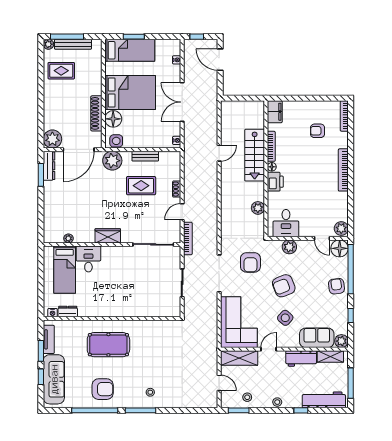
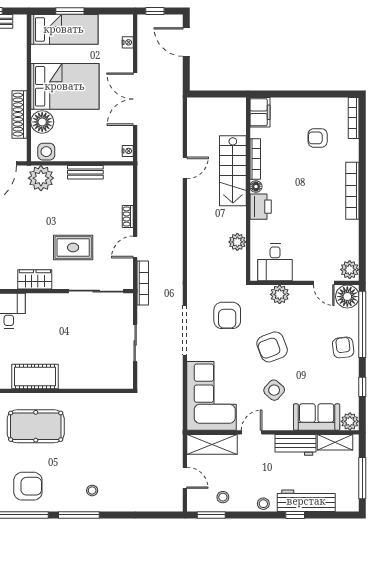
rug: (141, 186) -> (73, 248), moved
cot: (108, 308) -> (35, 377), added
workbench: (324, 400) -> (306, 501), moved

